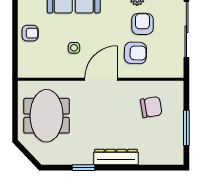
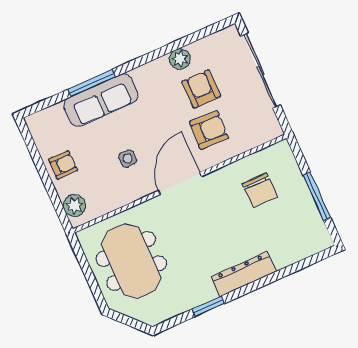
plant: (26, 63) -> (74, 206), added
chair: (151, 107) -> (260, 190), turned 99

